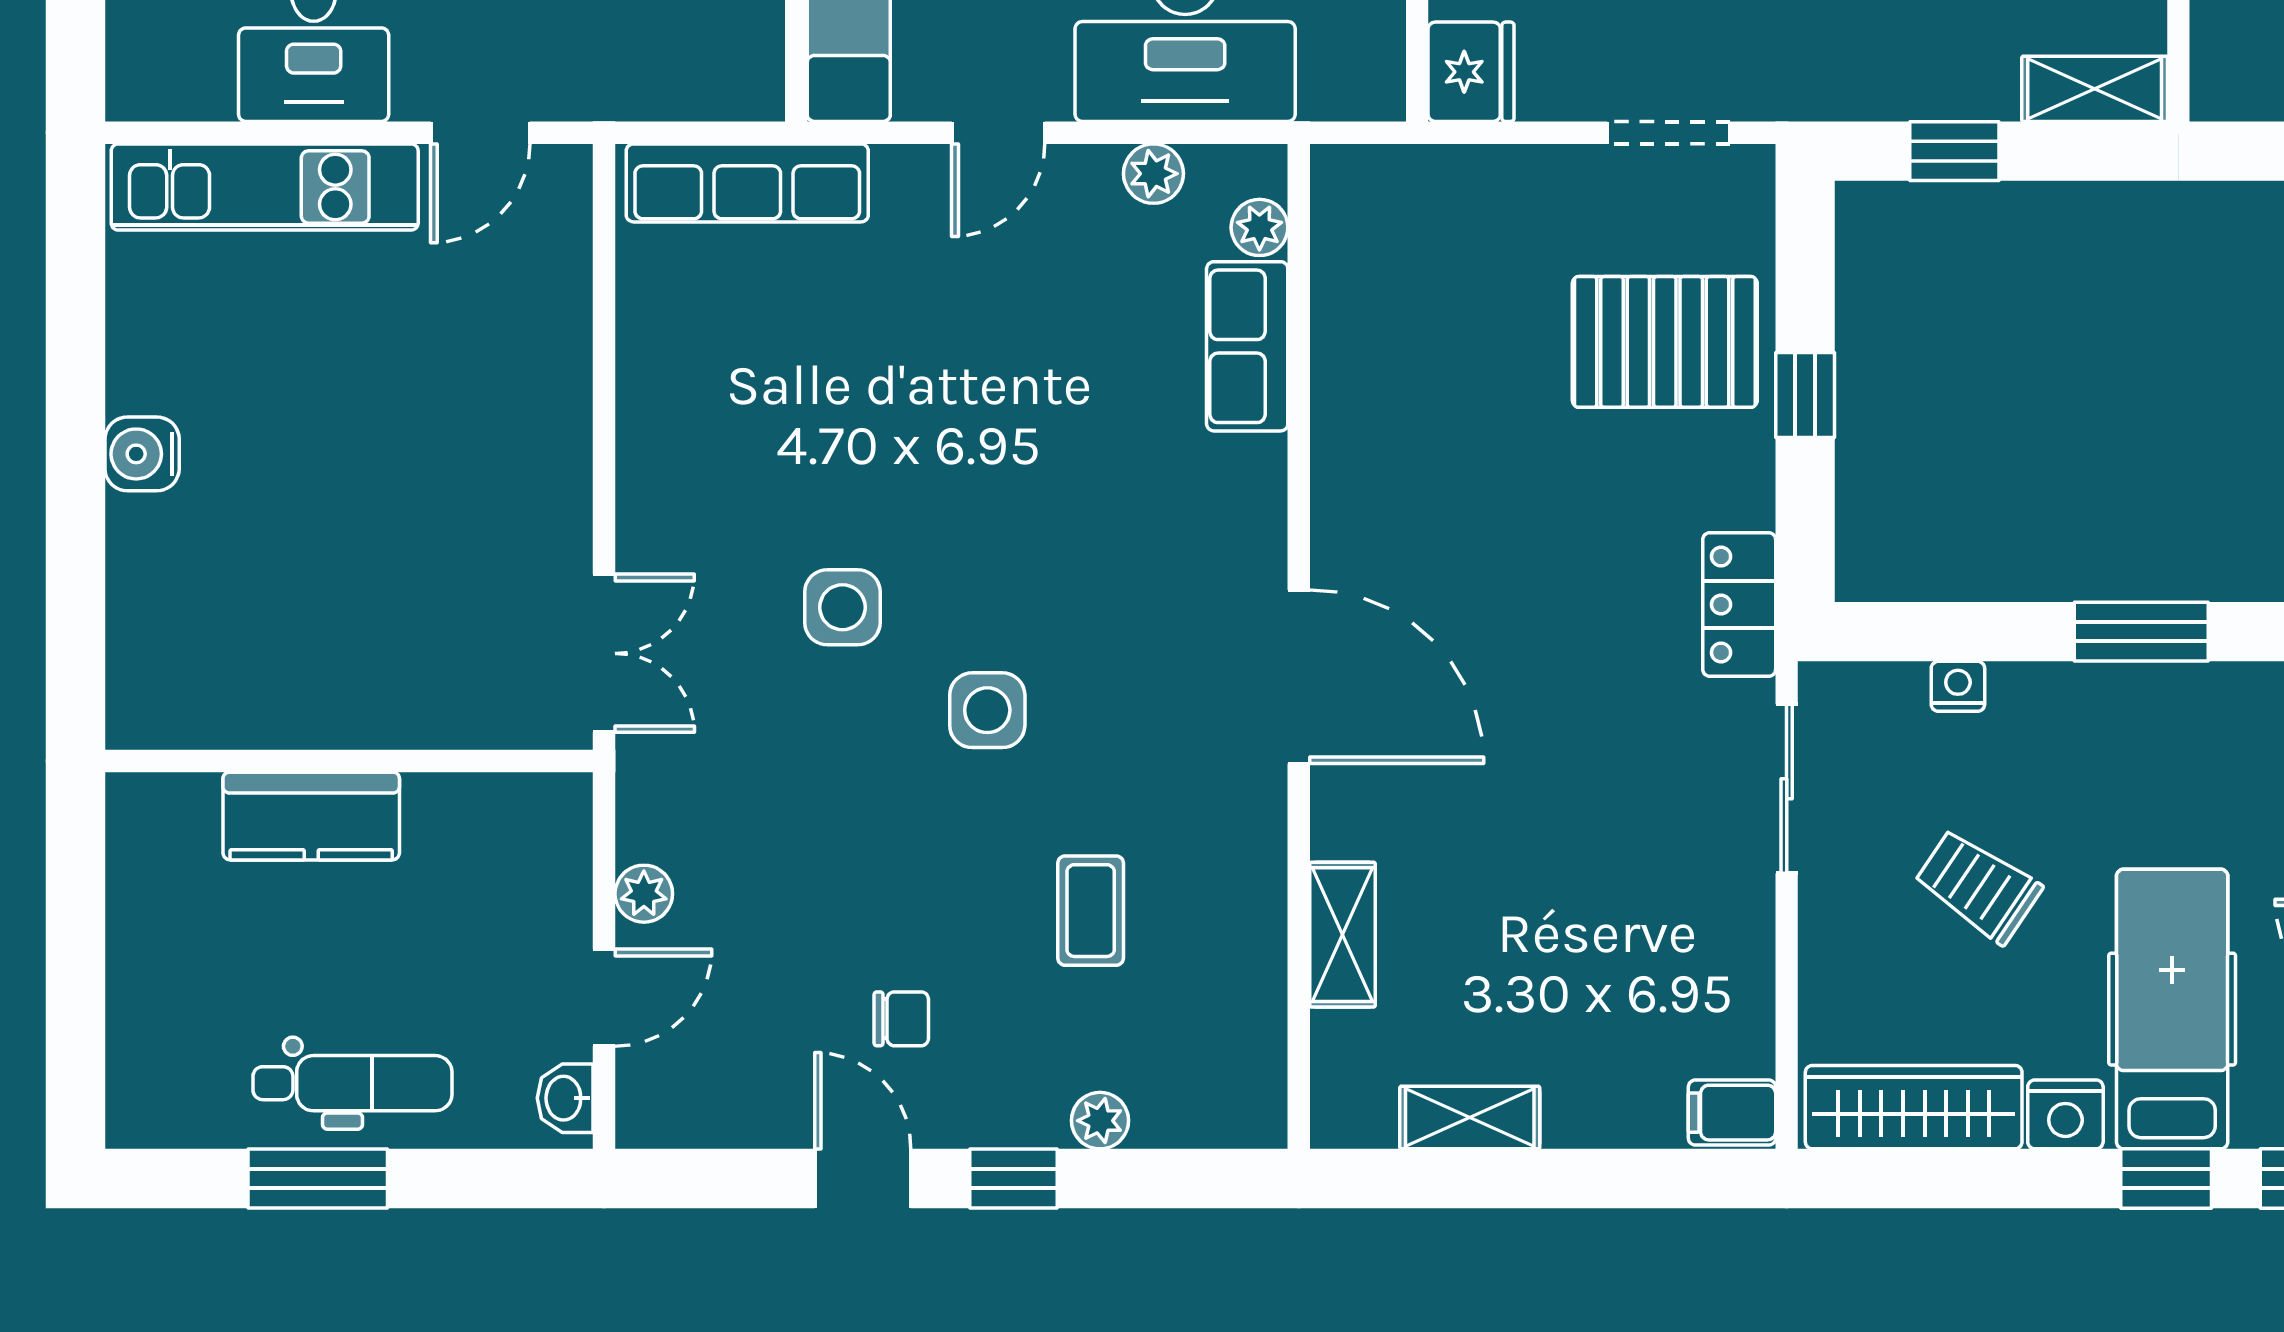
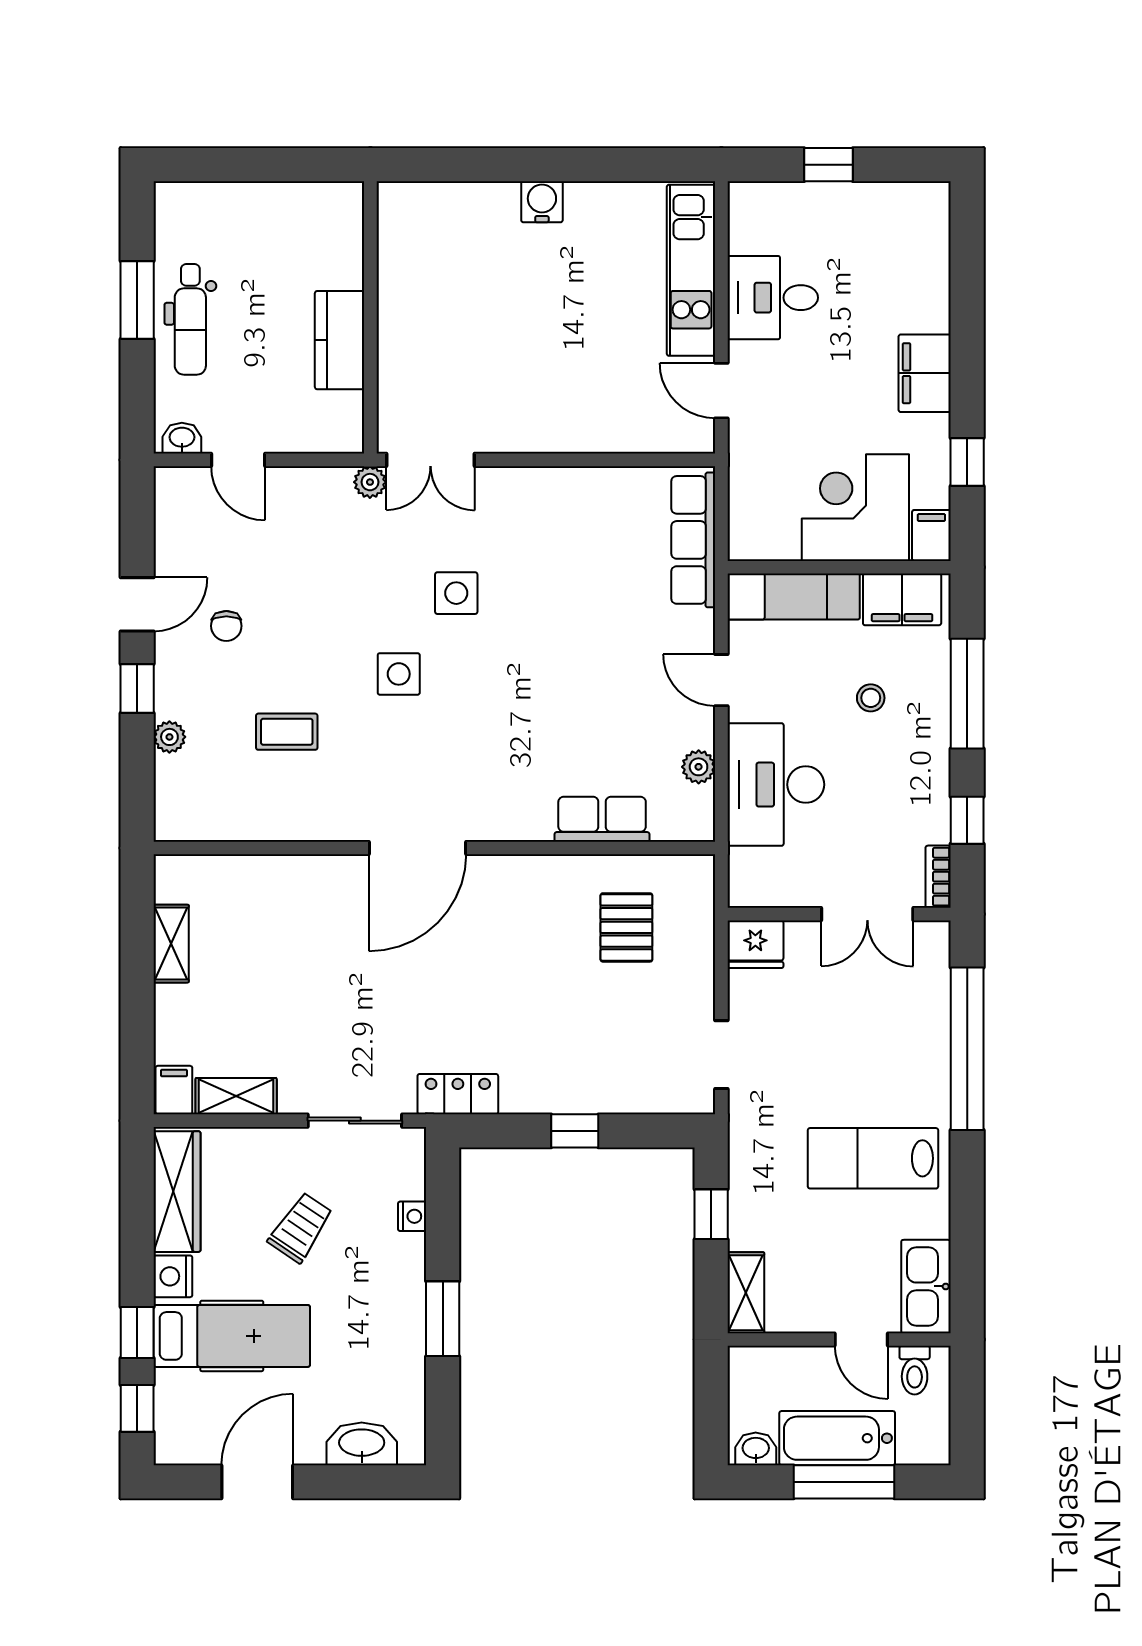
plant: (1259, 227) -> (668, 826), removed
pallet: (1665, 342) -> (626, 927), moved, width x0.67, depth x0.71
kitchen counter: (311, 816) -> (340, 340), moved
plant: (644, 894) -> (370, 482), moved
shelving: (1343, 935) -> (236, 1096), moved

